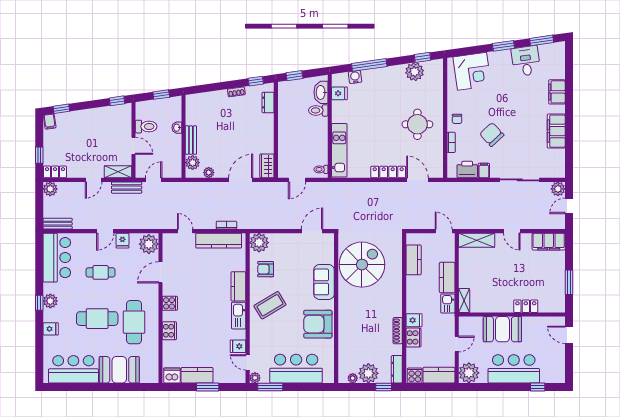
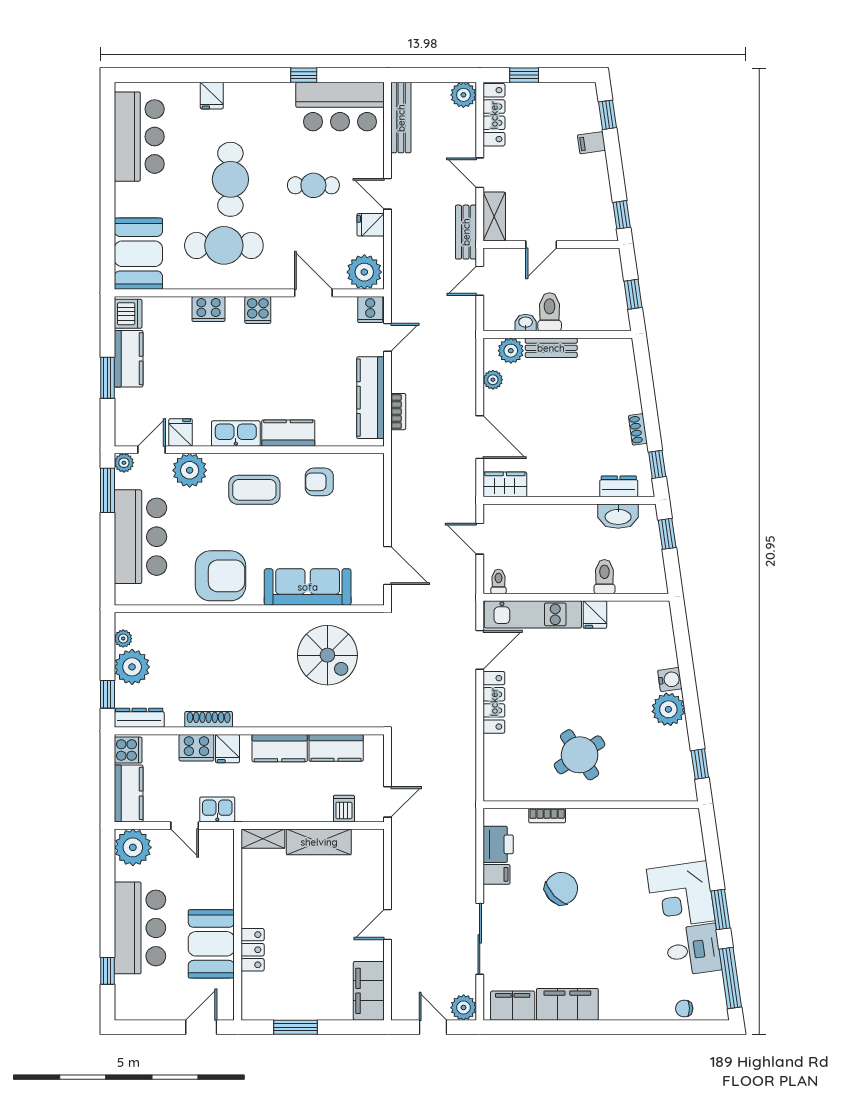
window: (542, 40) -> (730, 978), width x1.44
window: (369, 65) -> (686, 668), removed
corner desk: (472, 71) -> (681, 895), moved
plant: (415, 72) -> (668, 709), moved
water cooler: (355, 77) -> (670, 680), moved
washbasin: (321, 92) -> (618, 516), moved, turned 180
filing cabinet: (557, 92) -> (513, 1006), moved
fridge: (339, 93) -> (595, 615), moved
chair: (457, 119) -> (684, 1008), moved
filing cabinet: (50, 122) -> (591, 143), moved
round table: (417, 124) -> (580, 755), turned -33
toilet: (146, 127) -> (550, 312), moved, turned 180
washbasin: (177, 128) -> (526, 323), moved
locker: (55, 172) -> (494, 115), width x1.53
door: (154, 180) -> (480, 281), swing flipped
door: (417, 180) -> (480, 650), moved
bench: (58, 224) -> (401, 118), width x1.36
shelving: (477, 240) -> (319, 842), moved, turned 90
cooker: (170, 241) -> (370, 310), added
plant: (259, 243) -> (190, 470), moved
dishwasher: (447, 255) -> (344, 809), added
spiral stairs: (362, 265) -> (327, 655), width x0.73, depth x0.73
armchair: (266, 269) -> (319, 482), turned -90
cafe table: (101, 272) -> (313, 185), turned 90
kitchen counter: (447, 278) -> (280, 748), moved, turned 180
sofa: (324, 282) -> (308, 587), width x1.36
plant: (50, 301) -> (262, 95), removed
window: (39, 303) -> (304, 75), moved
kitchen sink: (448, 304) -> (217, 809), moved
coffee table: (270, 305) -> (254, 490), turned -59
armchair: (318, 324) -> (220, 576), turned 90
booth: (502, 329) -> (211, 944), moved
booth: (119, 370) -> (138, 254), moved

